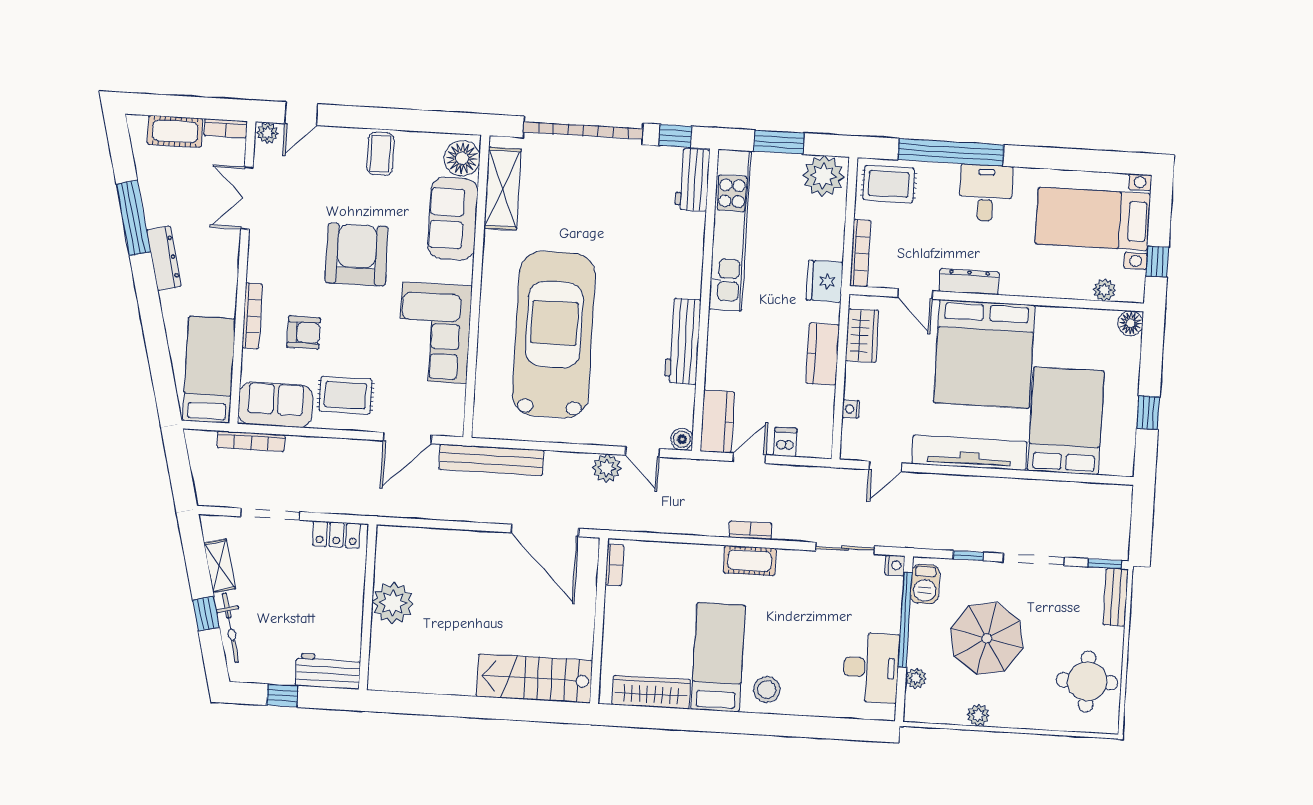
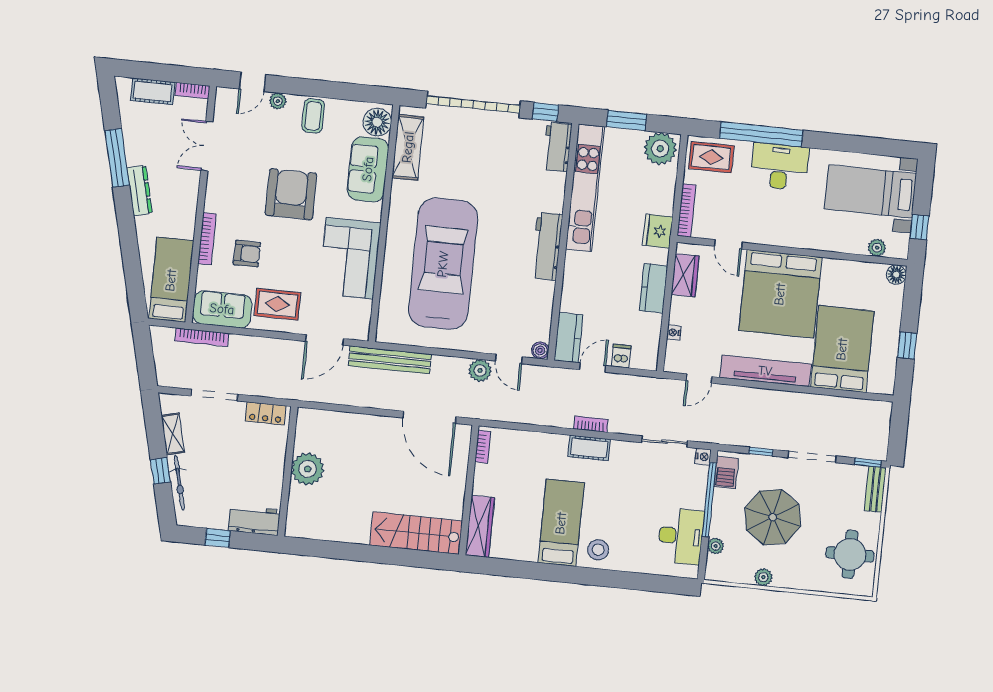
plant: (267, 133) -> (278, 101), moved
desk: (986, 193) -> (780, 167), width x1.37
dresser: (969, 282) -> (771, 236), removed
workbench: (683, 341) -> (547, 246), moved
wardrobe: (651, 692) -> (480, 526), moved, turned 90

